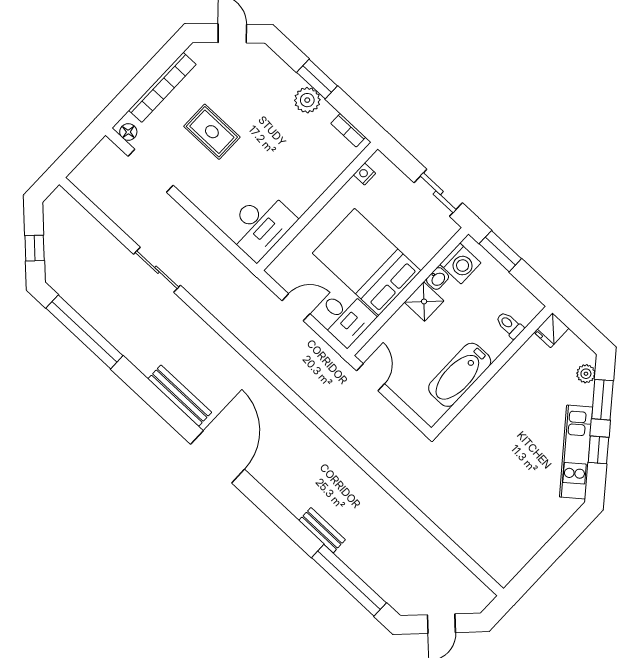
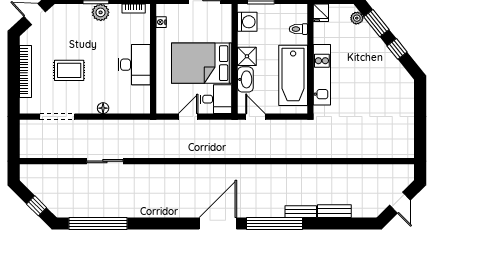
floor lamp: (128, 132) -> (103, 108), moved
desk: (260, 225) -> (134, 65), moved
washbasin: (438, 278) -> (245, 79), moved, width x1.91, depth x1.45
bathtub: (460, 375) -> (293, 75), width x1.36, depth x1.36
bench: (180, 396) -> (334, 211), moved, width x0.73
kitchen unit: (576, 452) -> (322, 75), moved, turned -141
door: (217, 457) -> (218, 223), hinge flipped
window: (349, 580) -> (275, 223), moved

